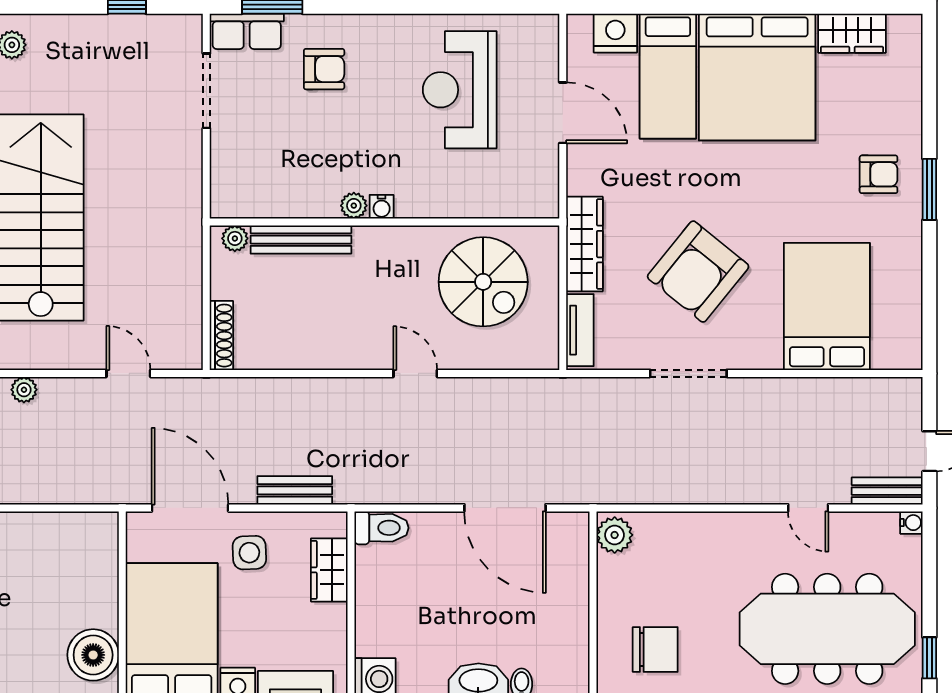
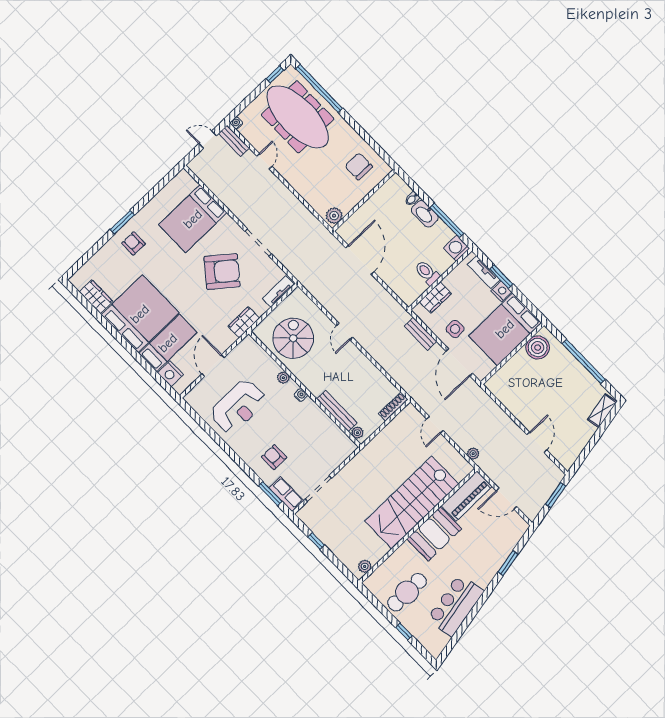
plant: (354, 206) -> (283, 378), moved
wardrobe: (584, 244) -> (244, 322), width x0.67
toilet: (381, 528) -> (427, 273), moved

